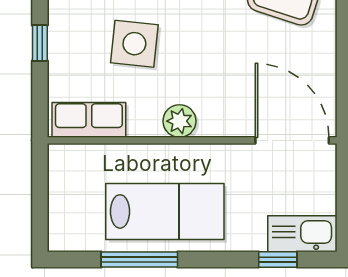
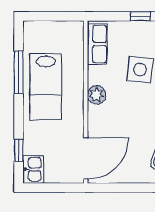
kitchen sink: (302, 234) -> (33, 169), width x0.73

